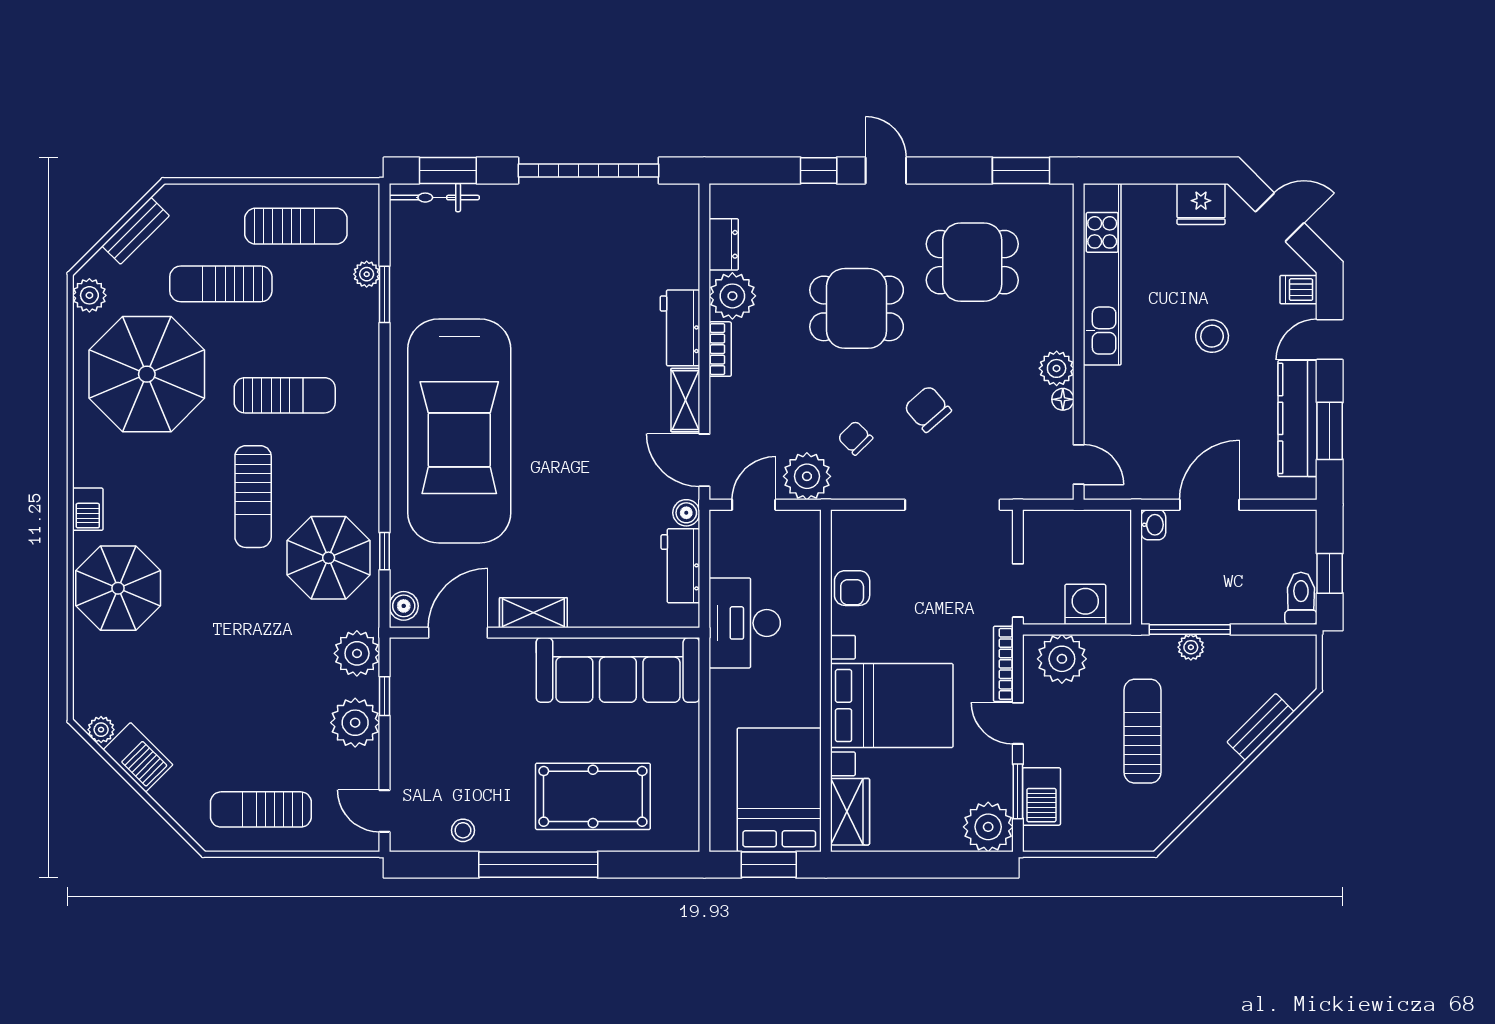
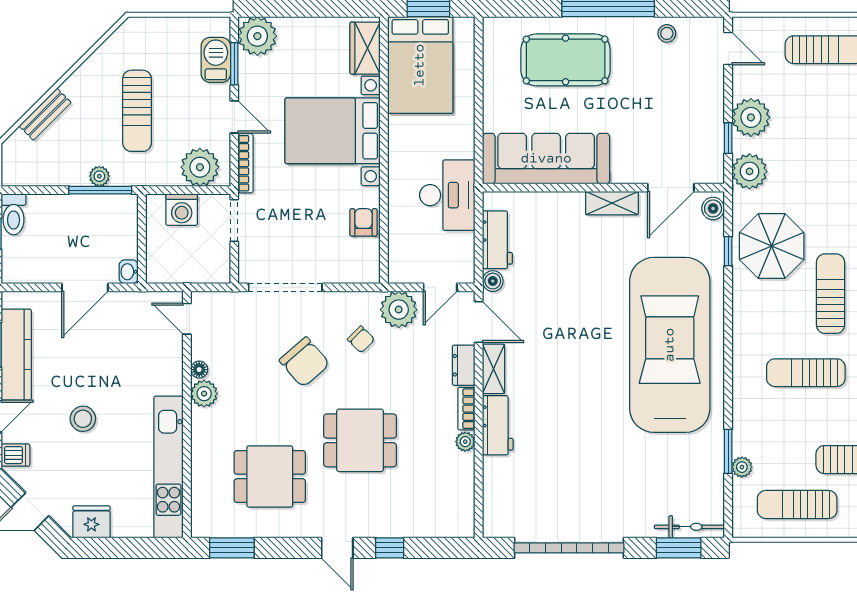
dresser: (724, 244) -> (464, 365), moved
plant: (732, 296) -> (465, 442), width x0.53, depth x0.53
chair: (928, 409) -> (305, 362), width x1.37, depth x1.37

